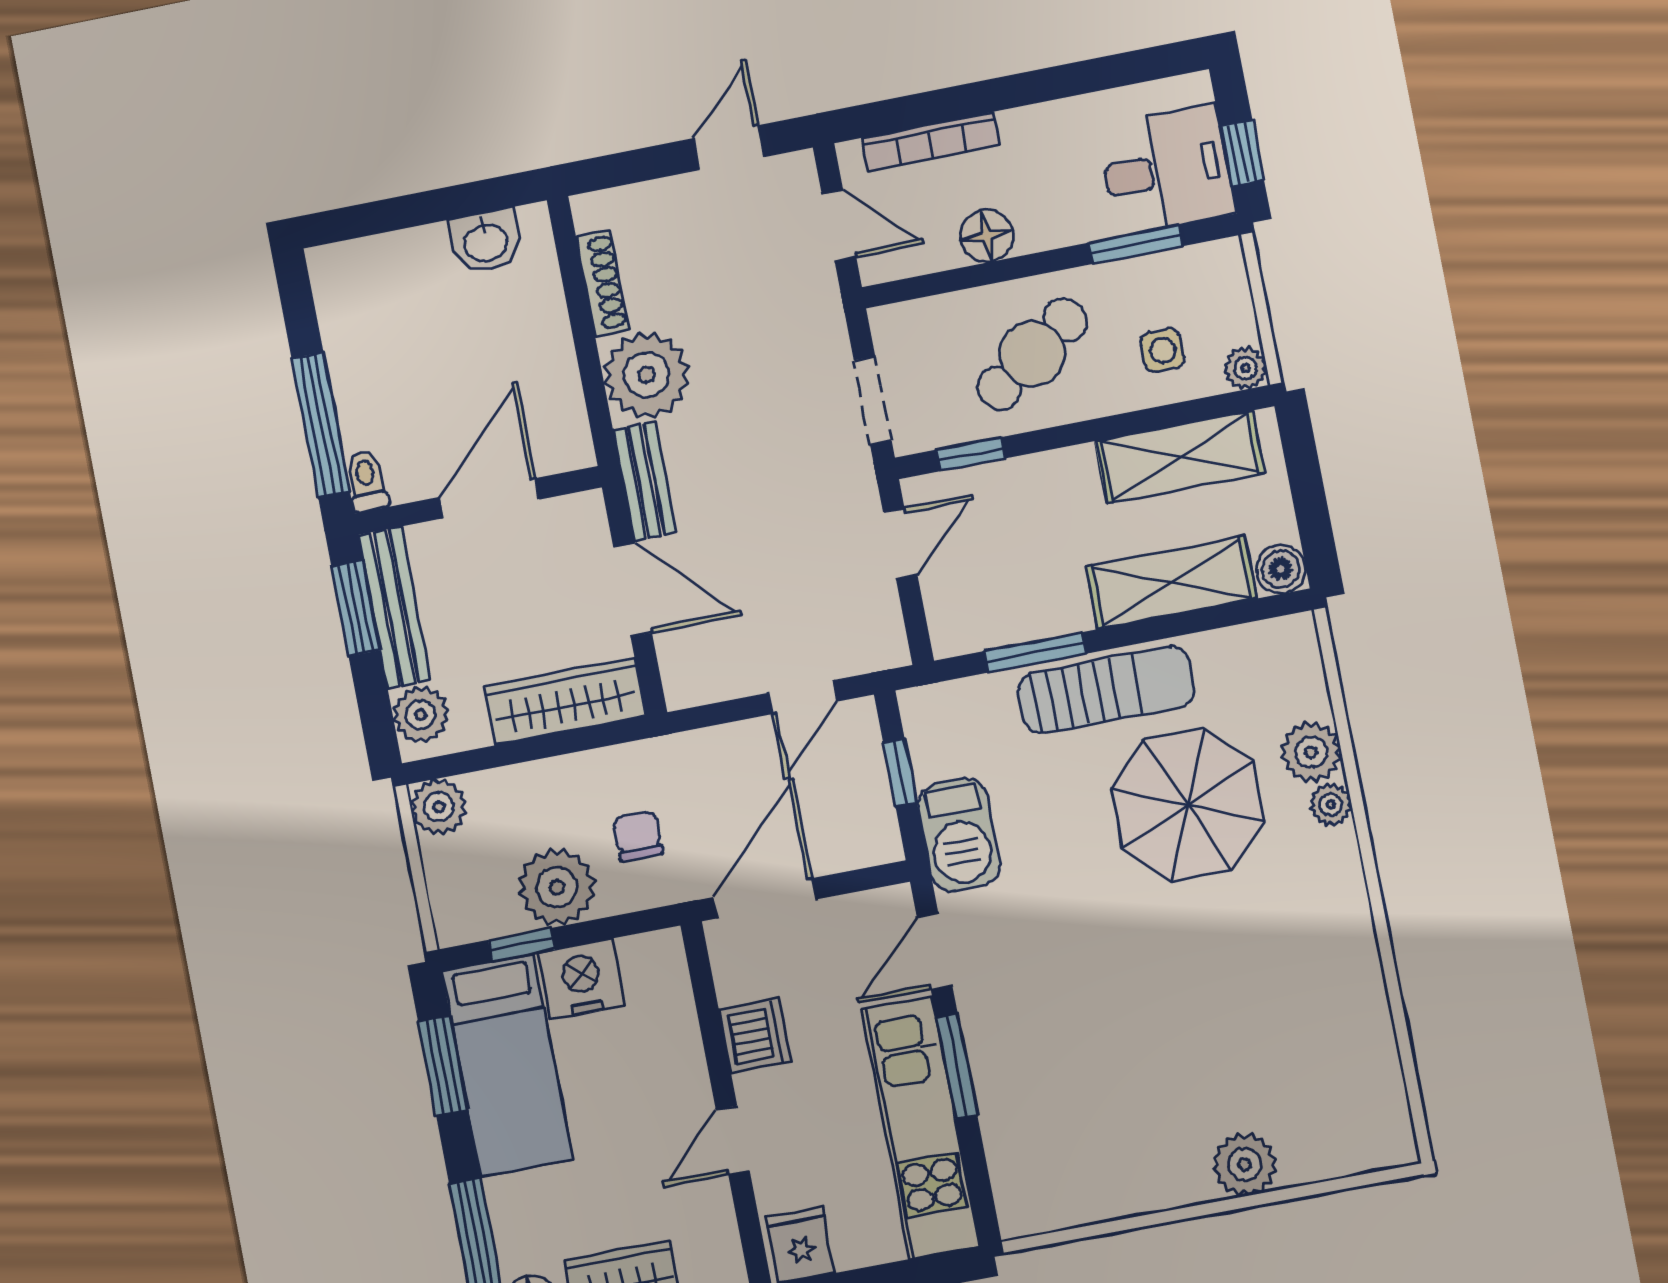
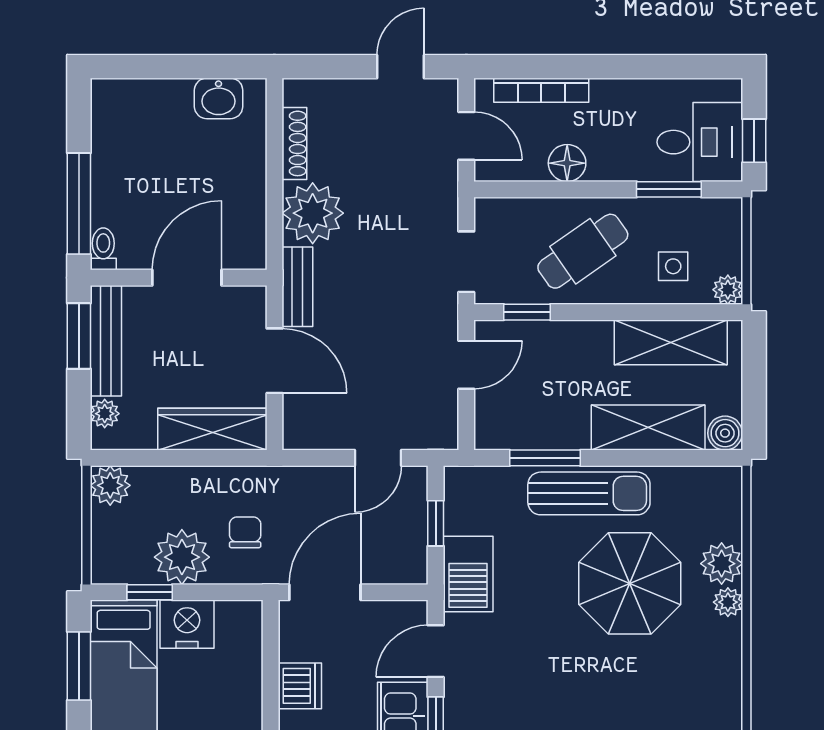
plant: (421, 715) -> (105, 414), width x0.73, depth x0.73

